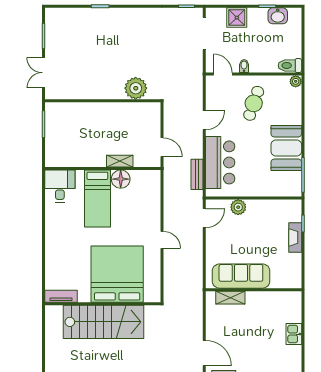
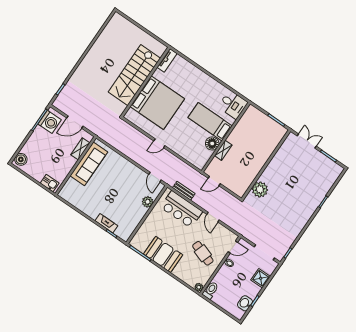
sofa: (241, 276) -> (89, 164), moved
wall: (254, 290) -> (76, 166), moved
shelving: (230, 298) -> (80, 149), moved

